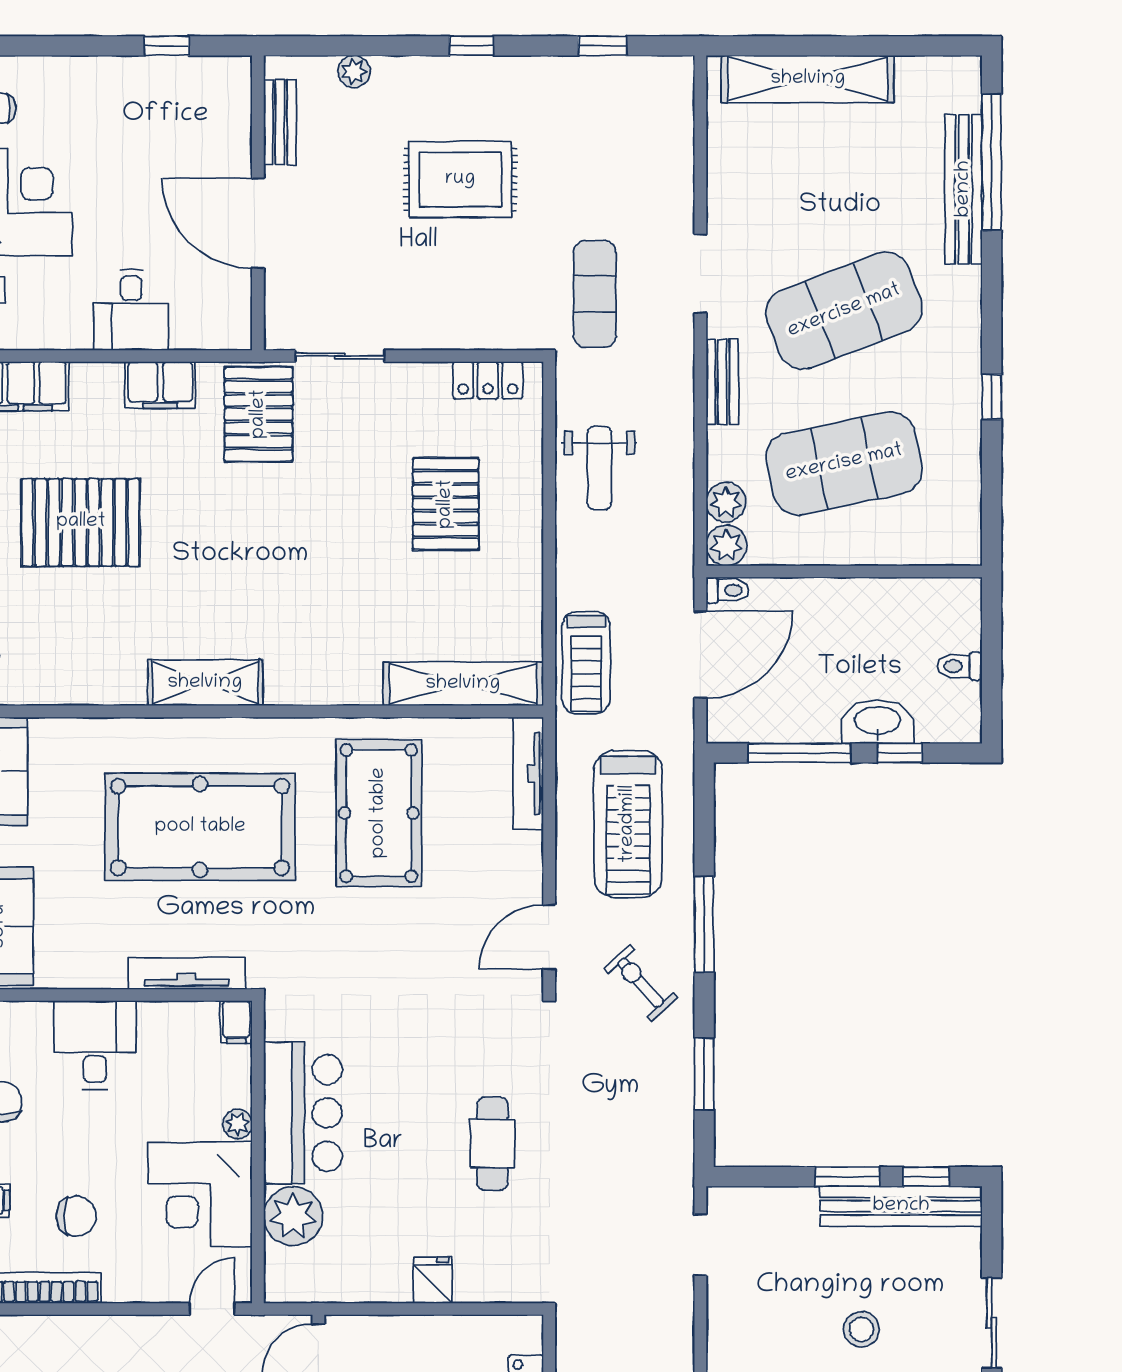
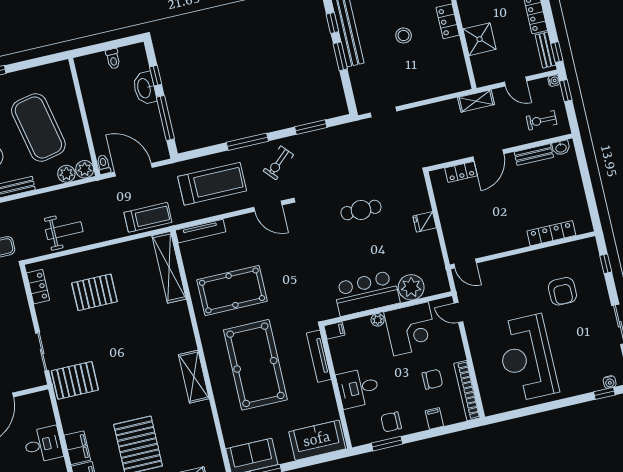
filing cabinet: (160, 385) -> (77, 448), moved
chair: (76, 1216) -> (432, 379), turned 90

